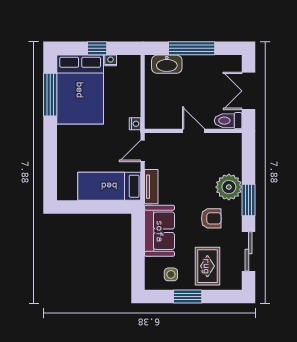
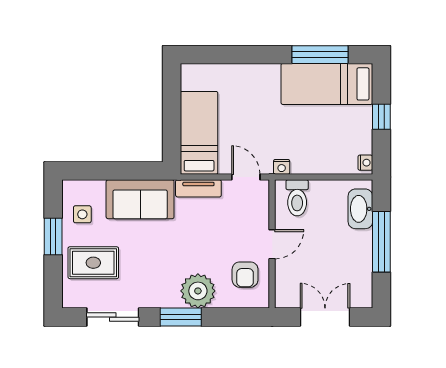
nightstand: (111, 60) -> (365, 163), moved
bed: (80, 90) -> (327, 84), width x0.67
toilet: (228, 121) -> (297, 198), moved, turned 180
armchair: (211, 218) -> (245, 275), moved

